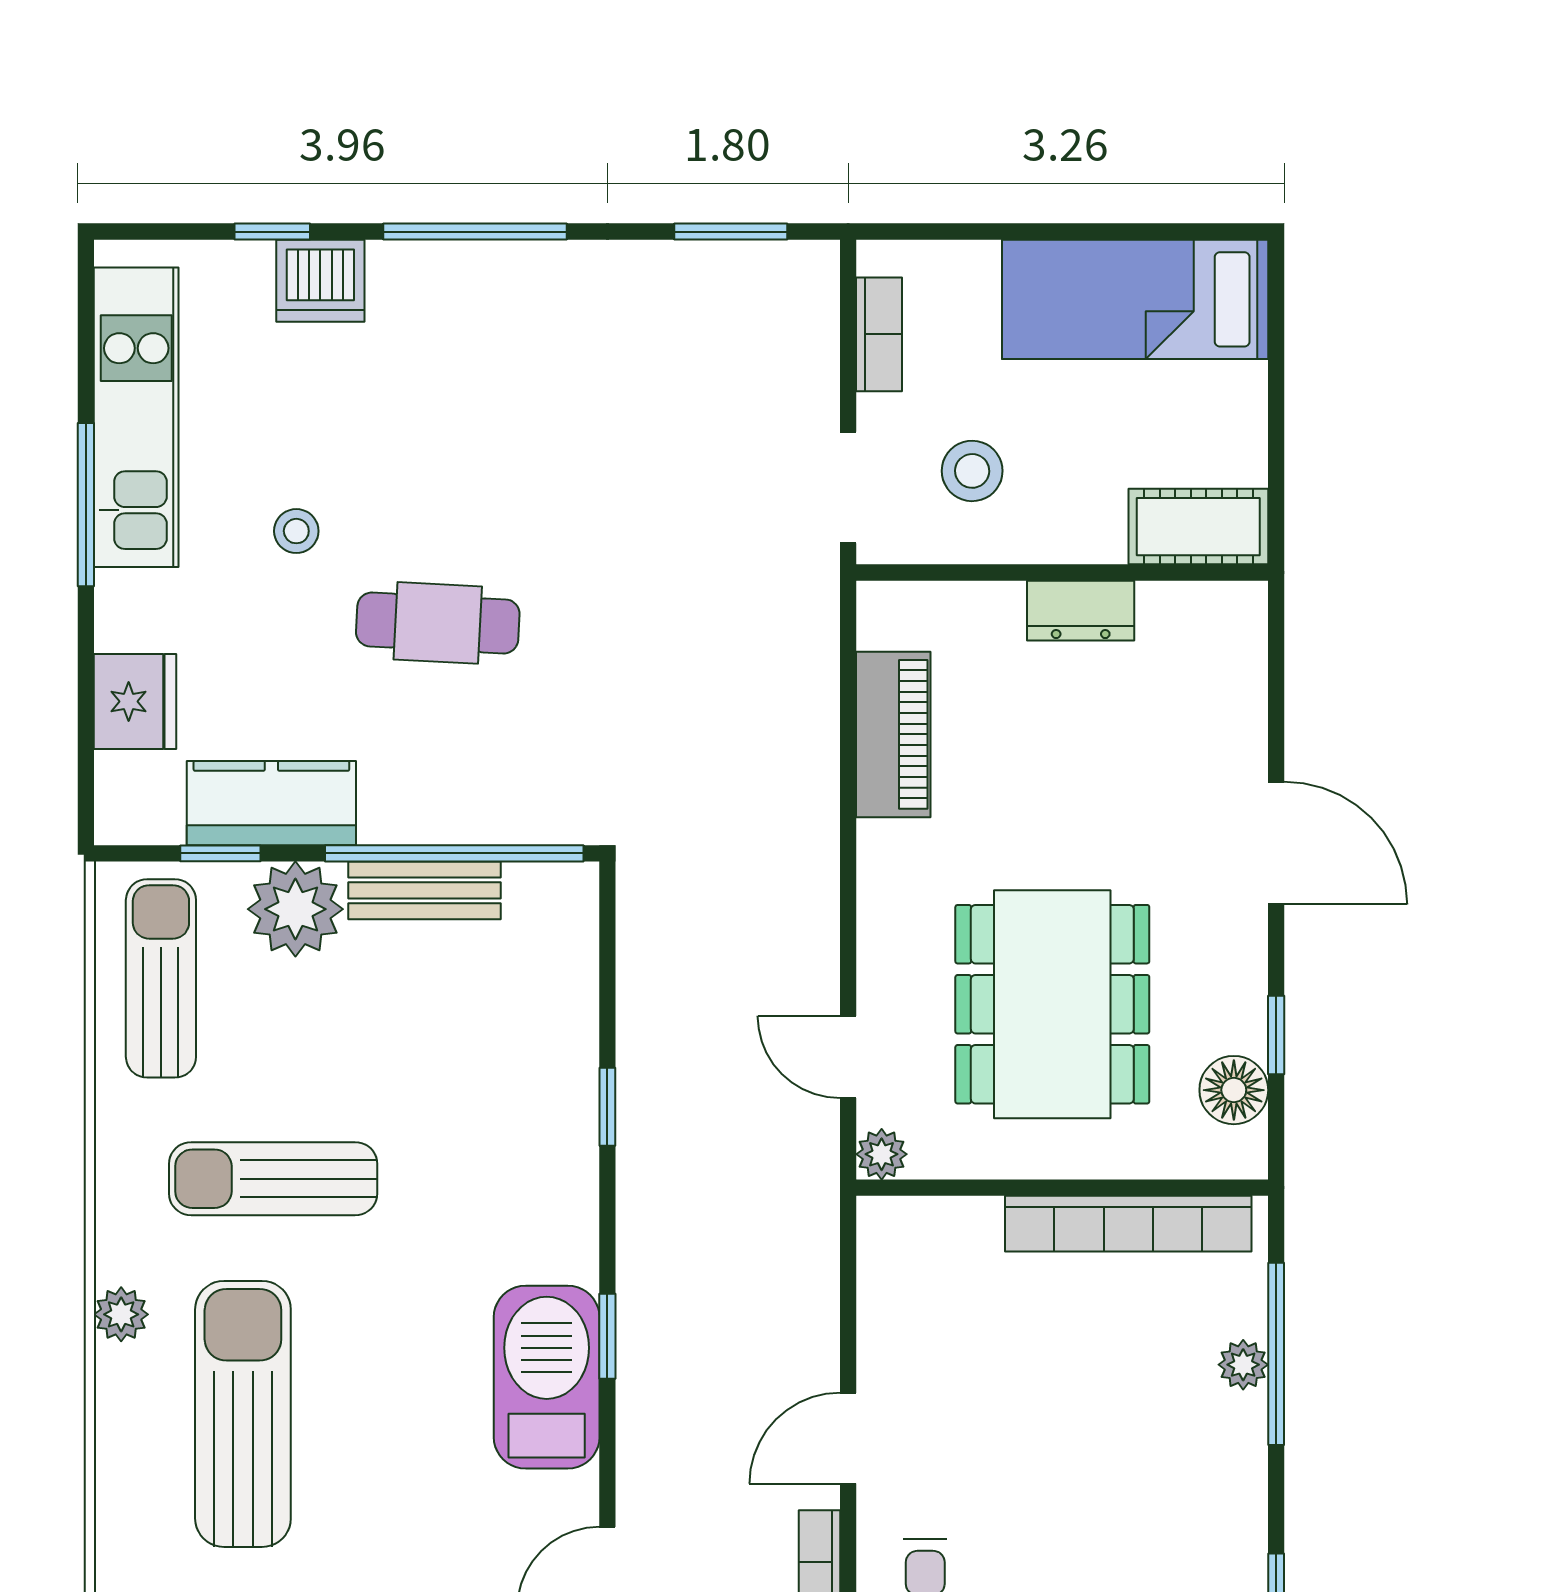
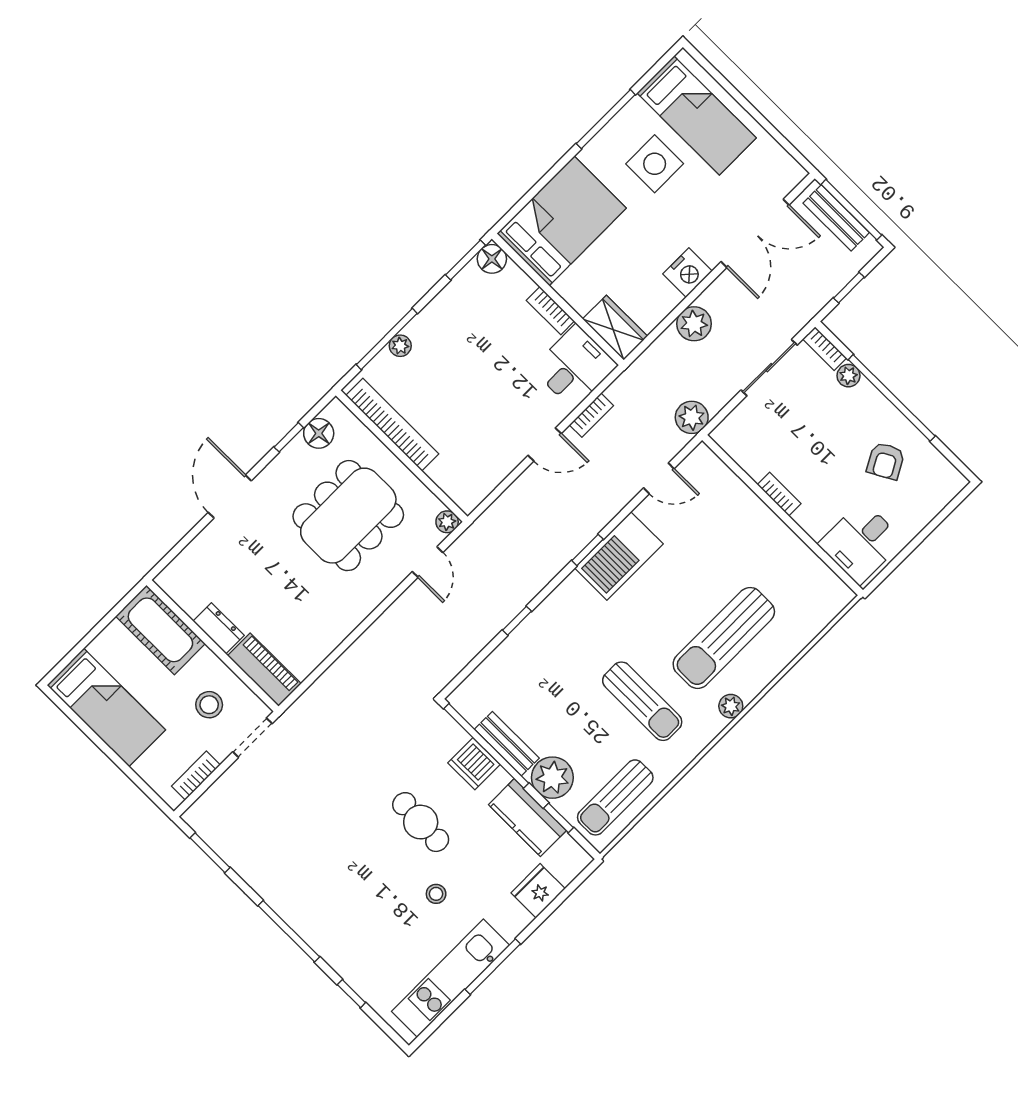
dishwasher: (320, 281) -> (474, 764), moved, turned 180
cot: (1198, 527) -> (160, 630), width x1.37, depth x1.34
piano: (893, 734) -> (264, 670), moved, turned 90

